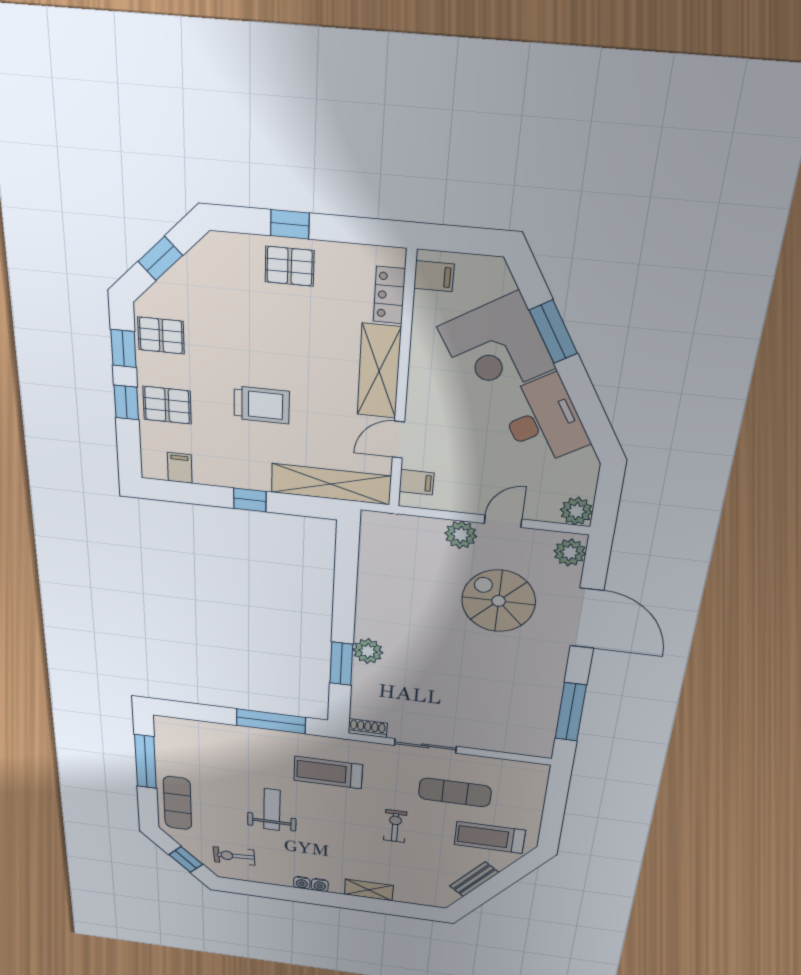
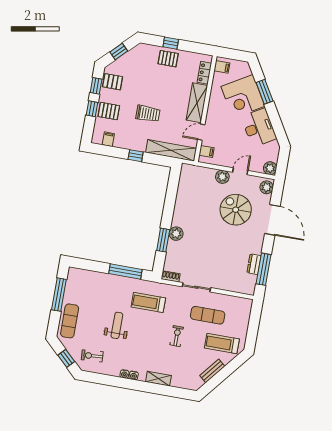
dresser: (548, 703) -> (254, 264), added

